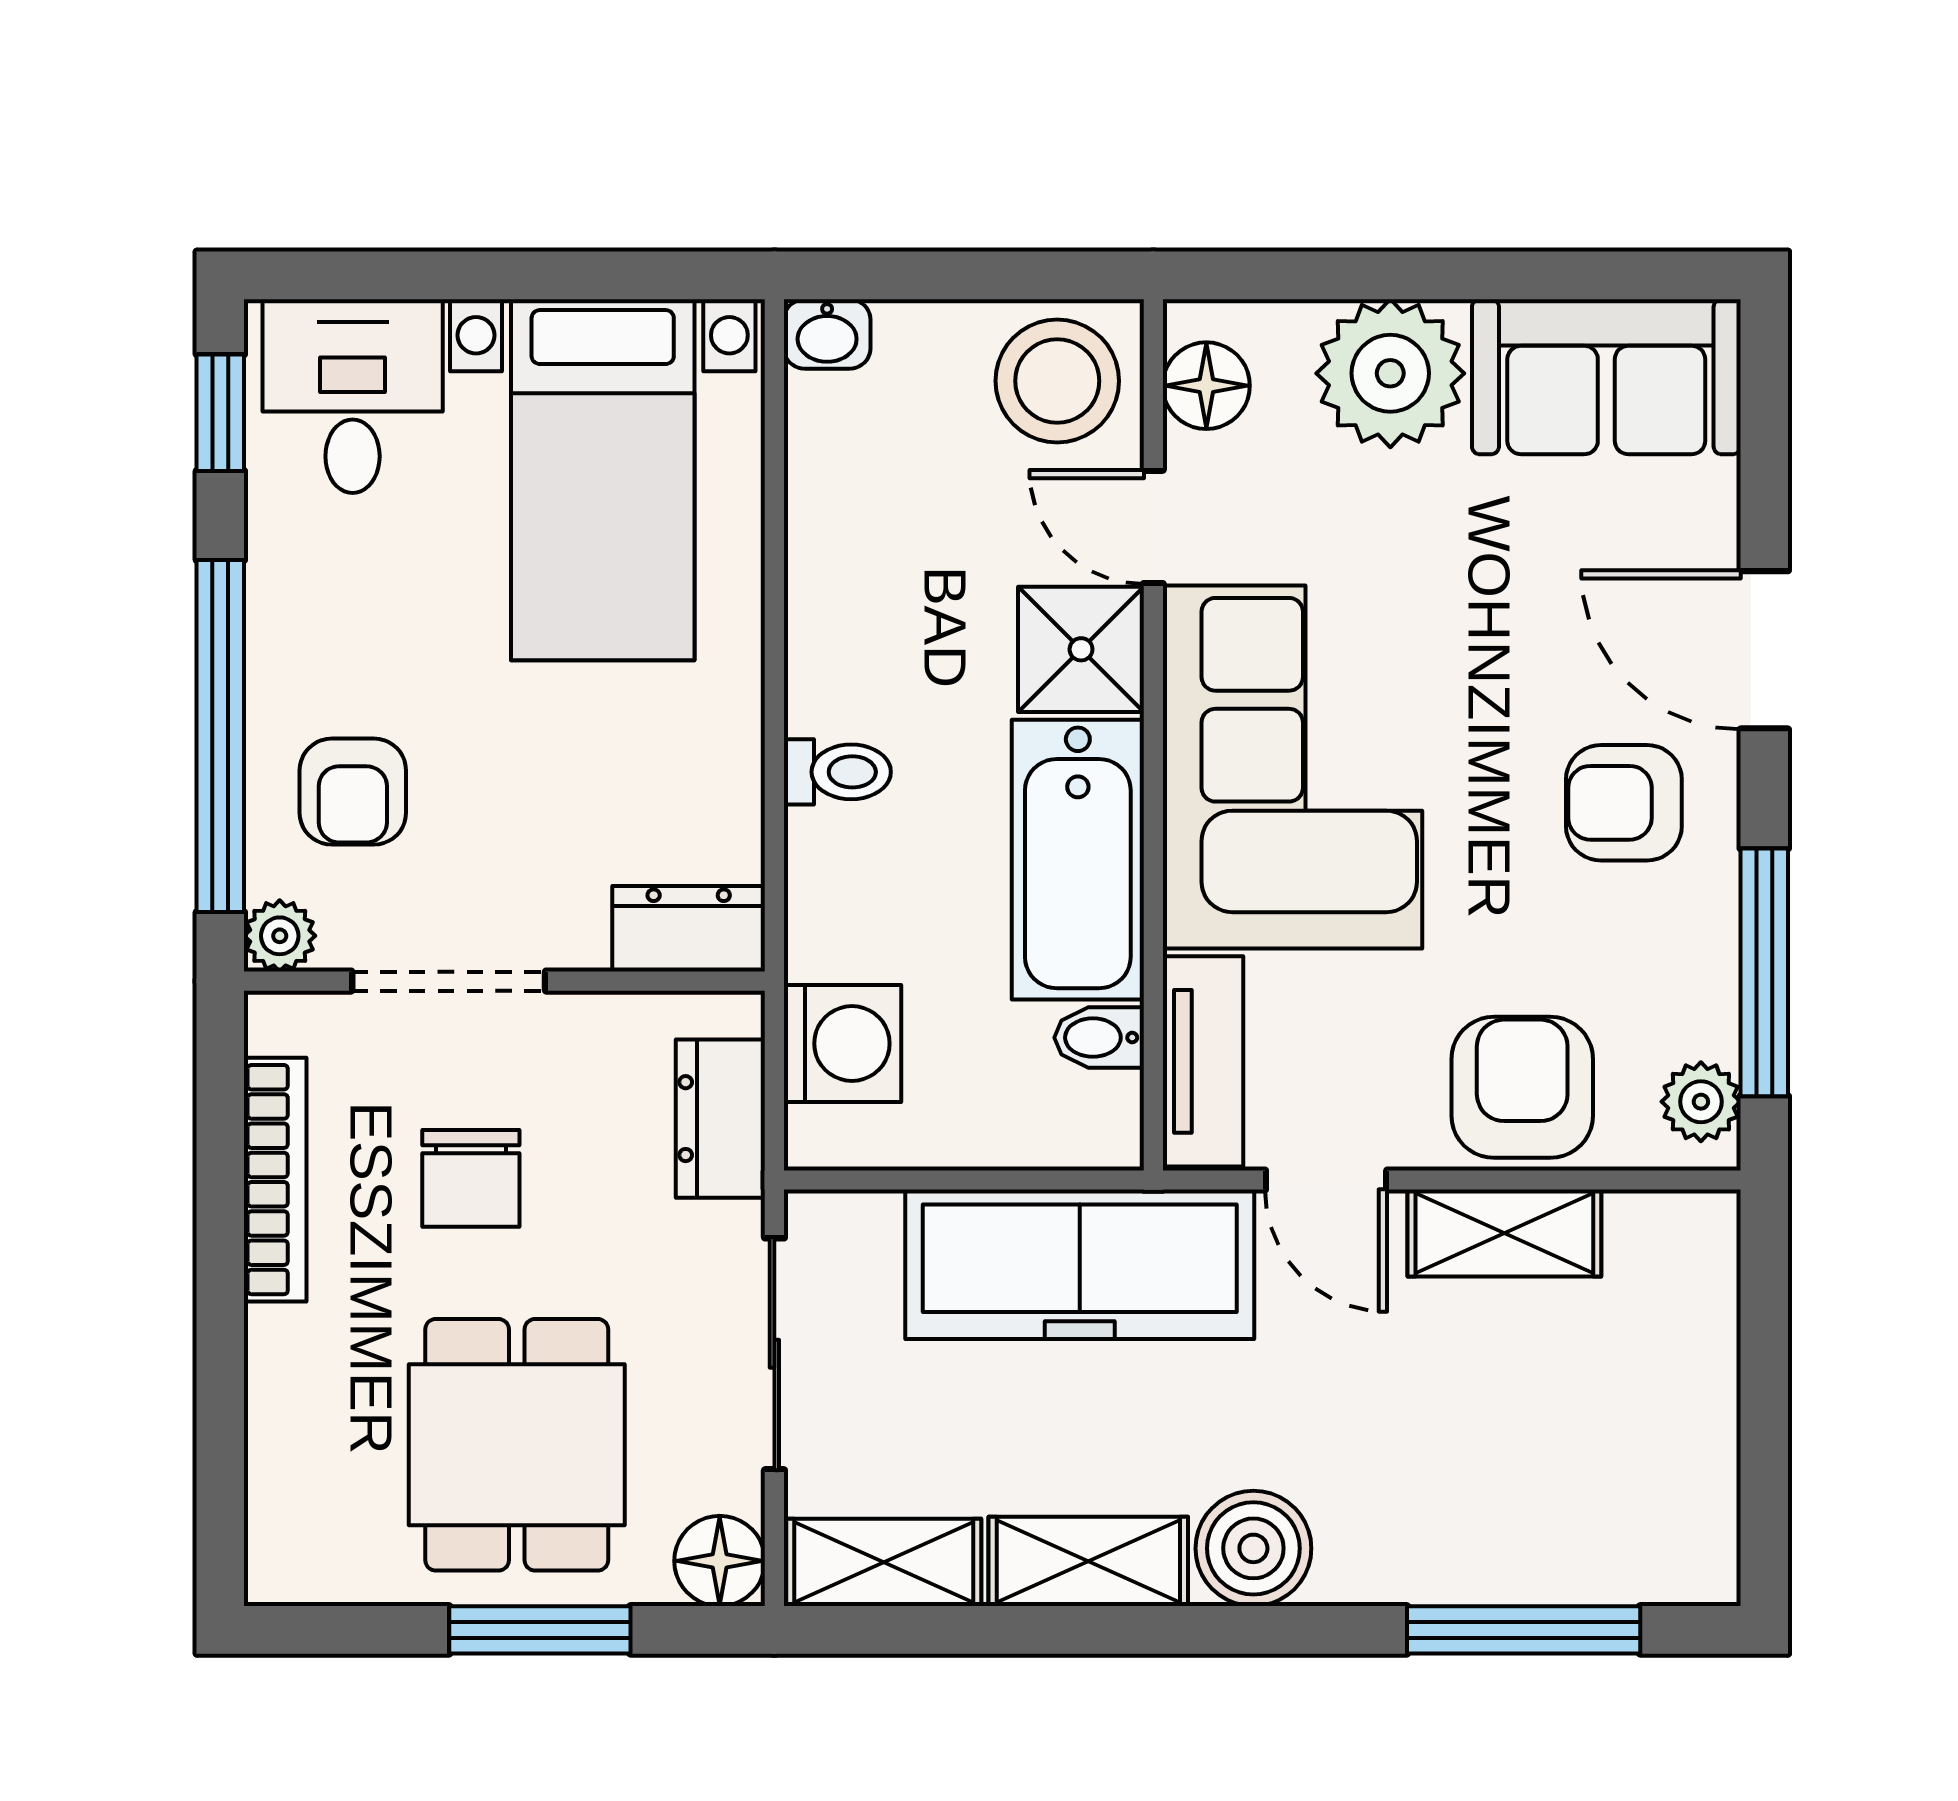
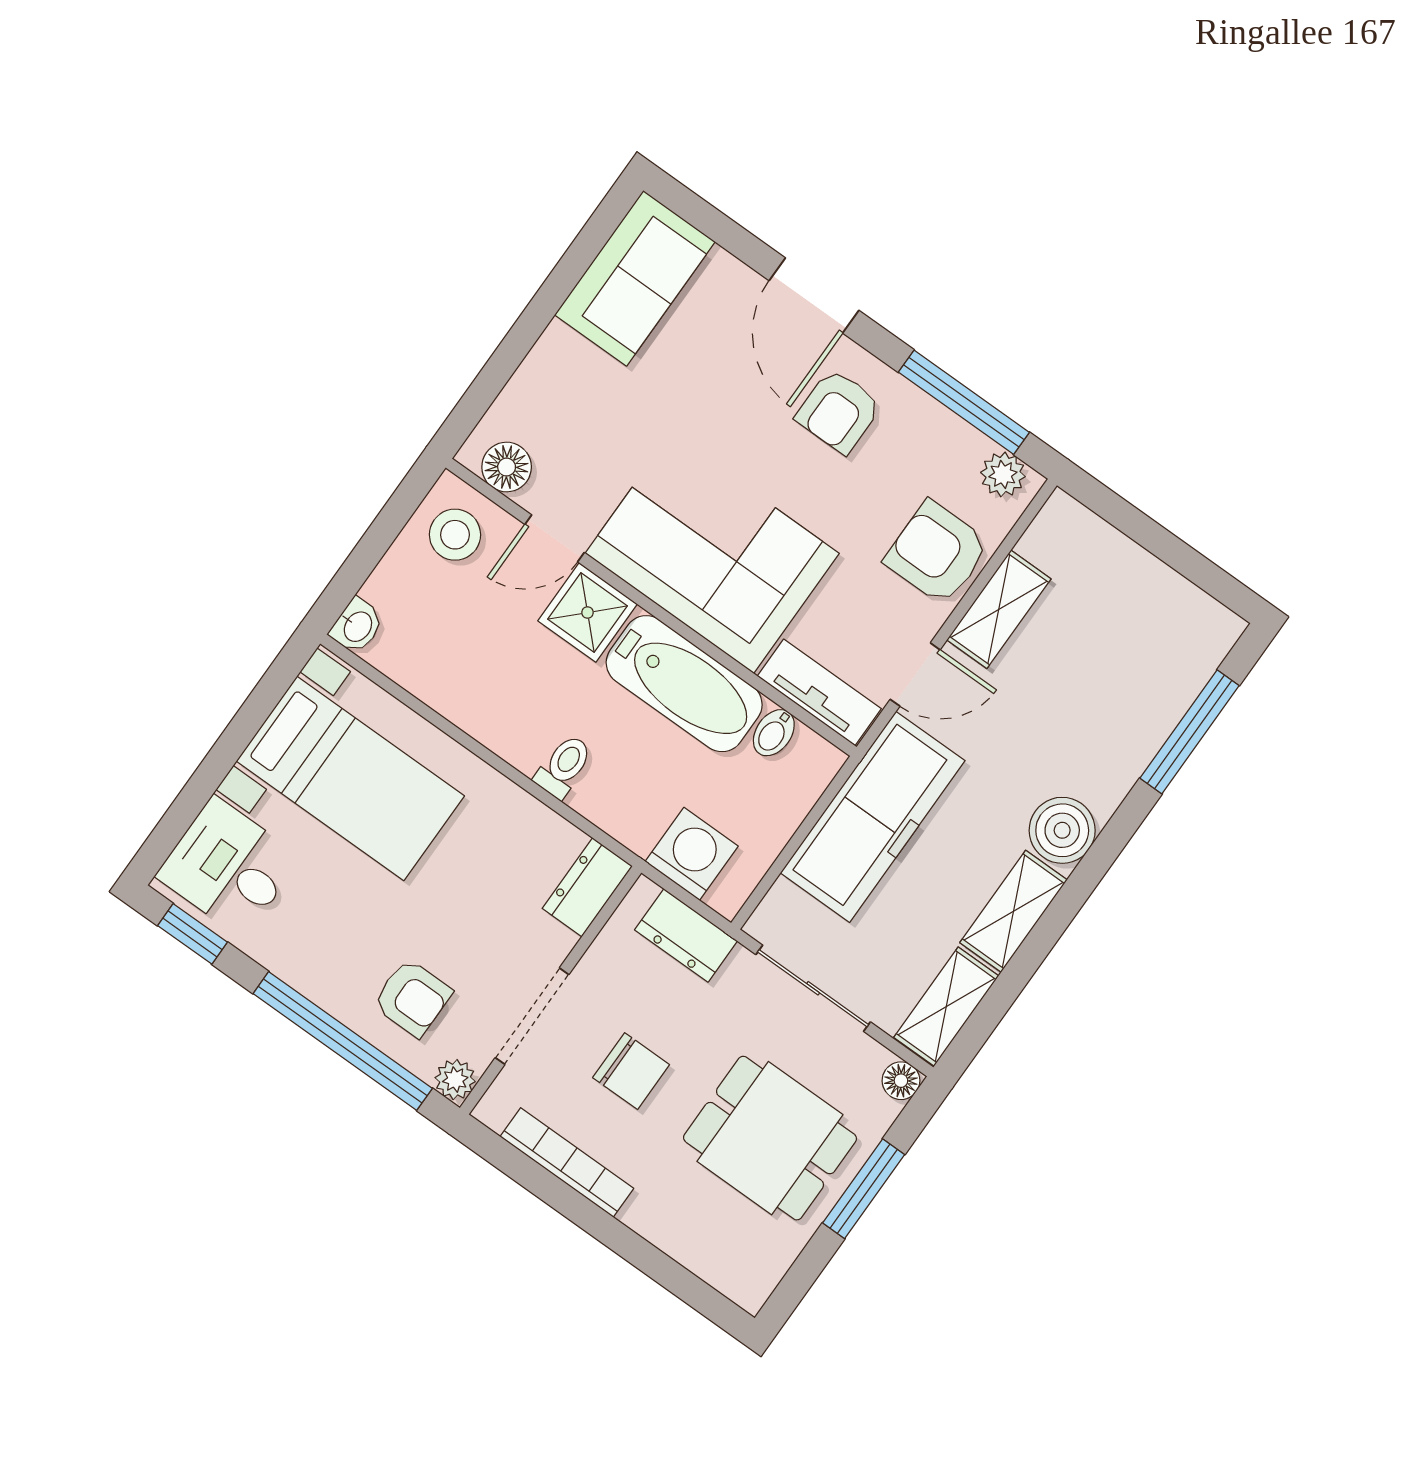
plant: (1390, 373) -> (562, 377), removed
stool: (1057, 381) -> (455, 535), width x0.73, depth x0.73
door: (1764, 650) -> (814, 295), hinge flipped
floor lamp: (720, 1561) -> (901, 1081), width x0.73, depth x0.73

